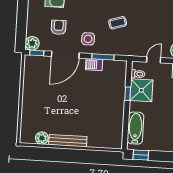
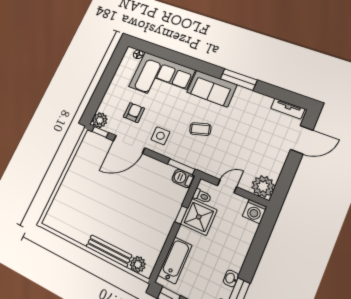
window: (103, 57) -> (181, 167), moved
barbecue: (94, 65) -> (183, 178), moved
plant: (42, 138) -> (138, 264), moved
bench: (68, 141) -> (109, 251), moved

